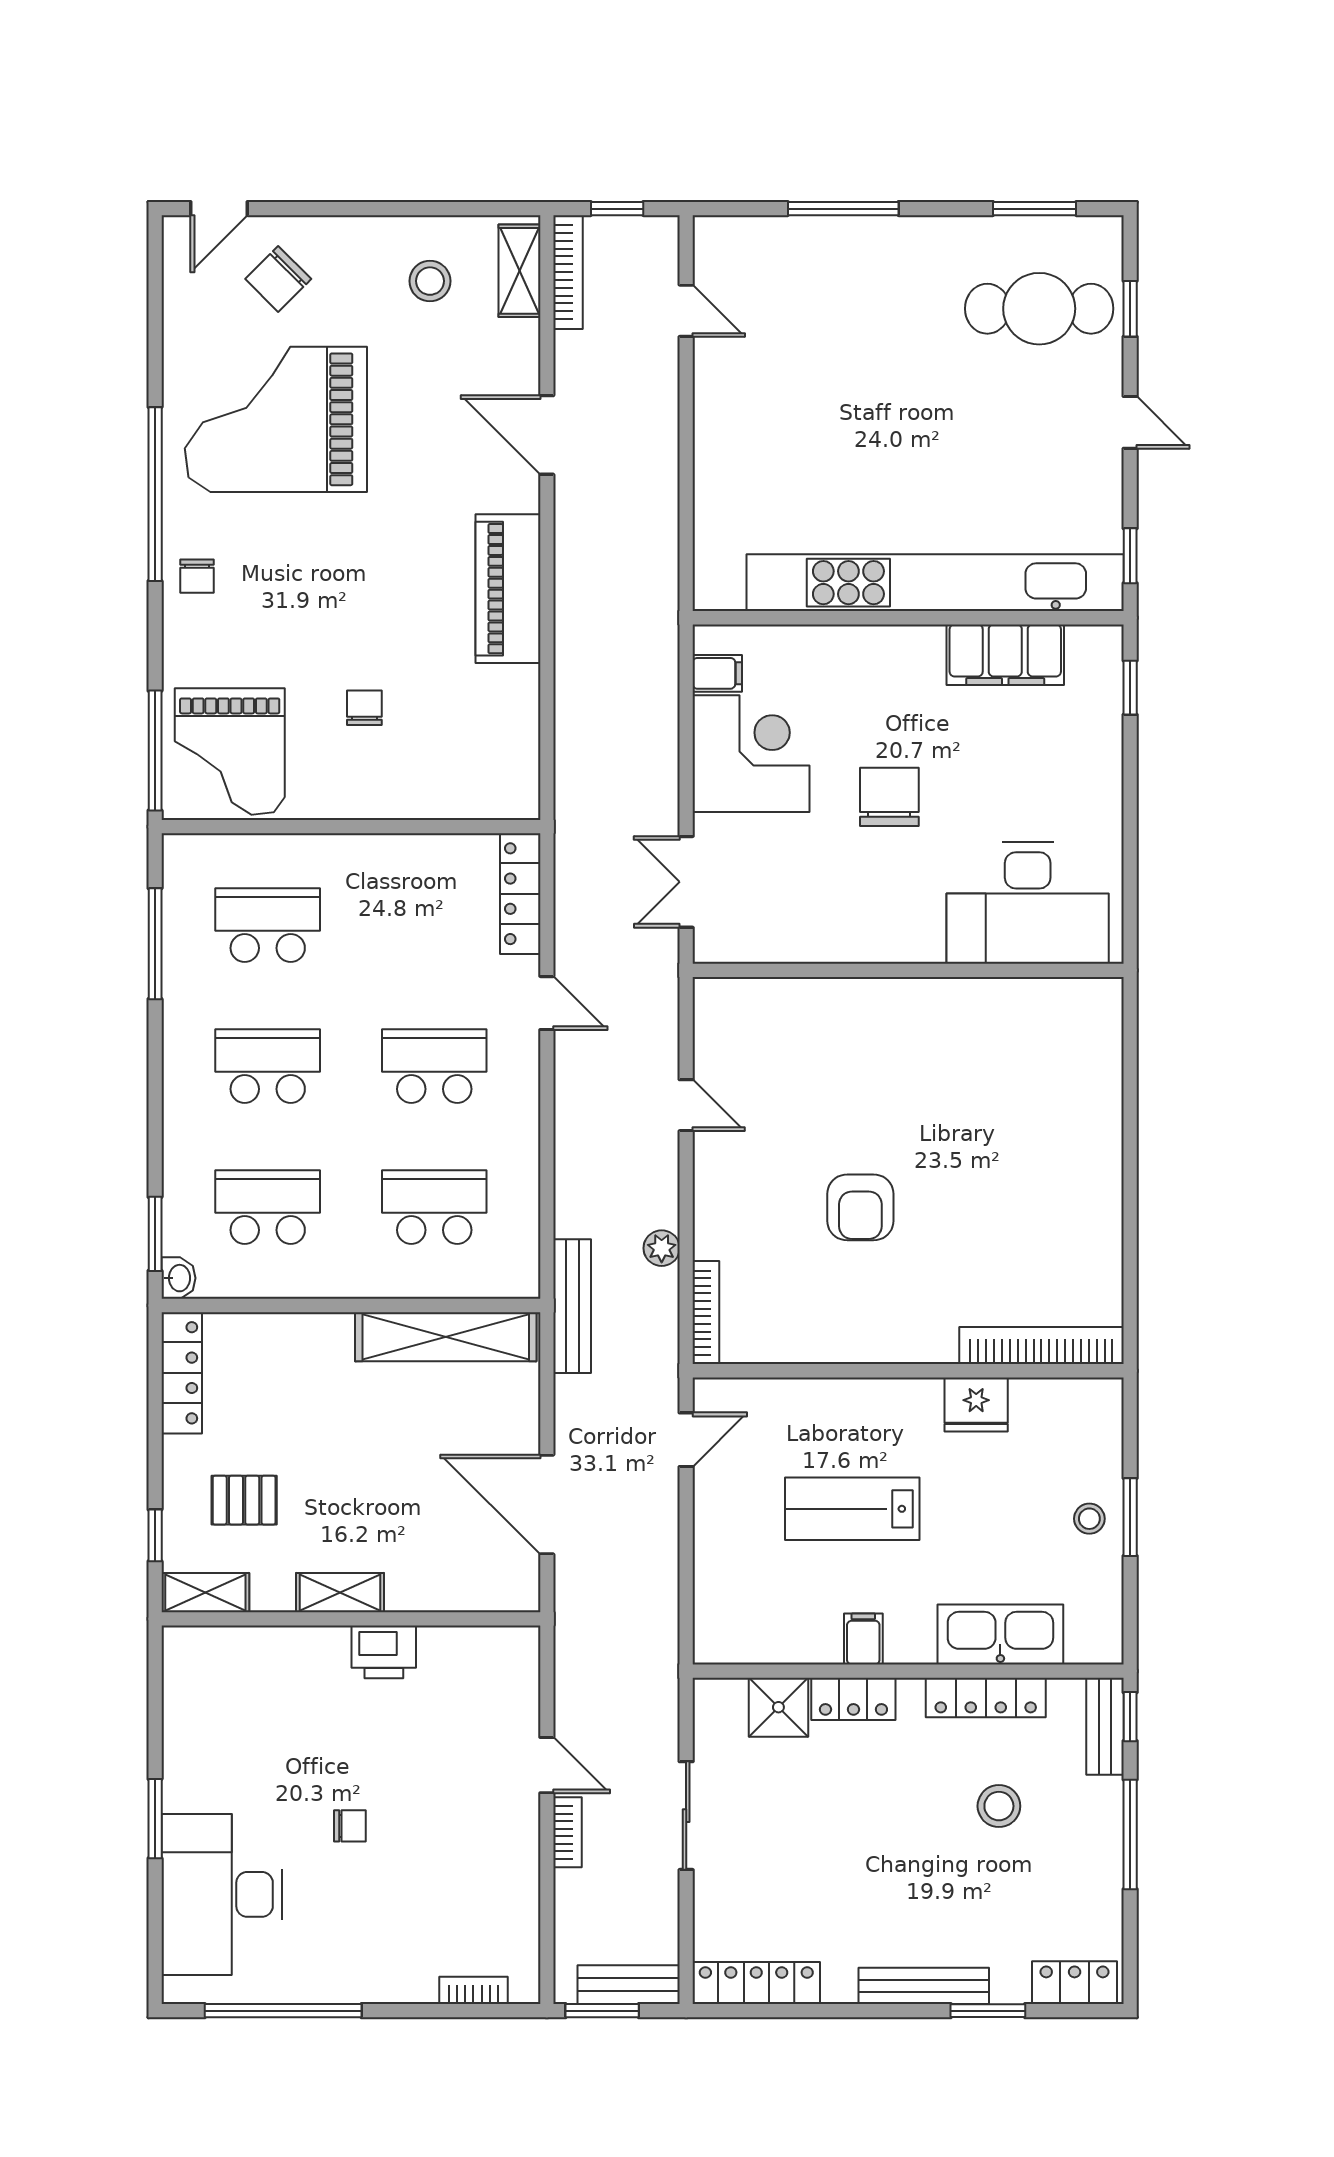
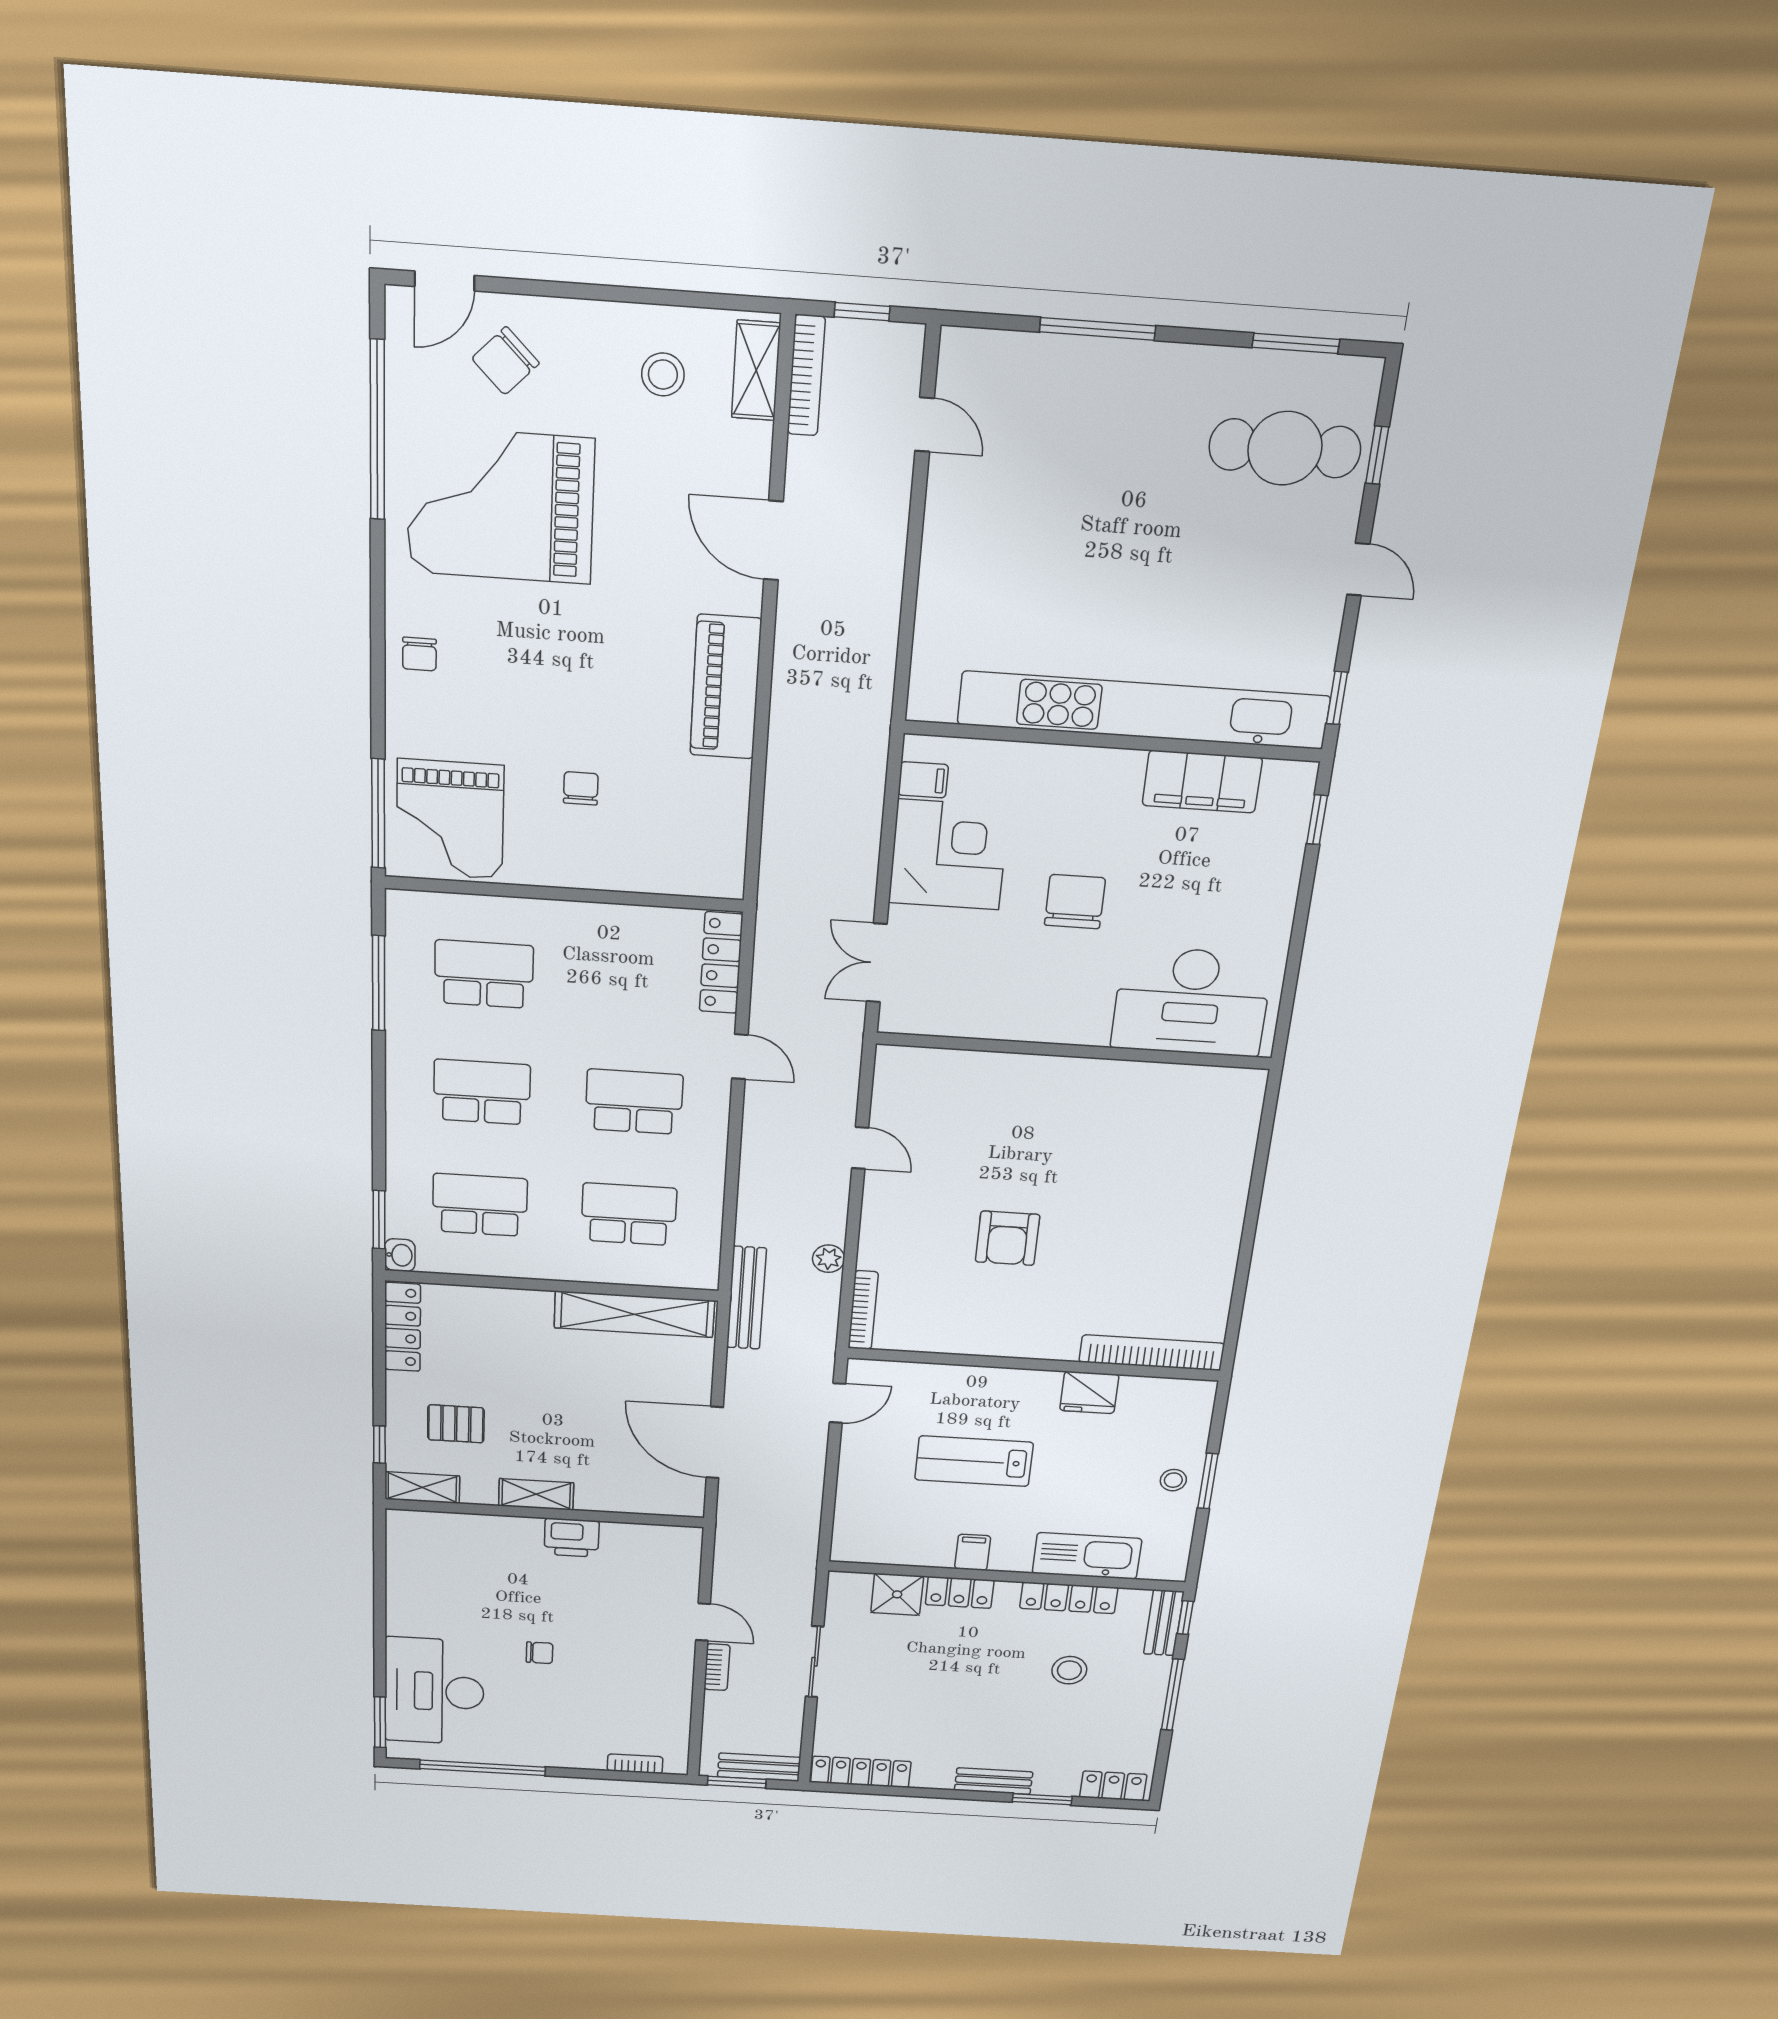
window: (155, 494) -> (377, 430), moved
window: (155, 1819) -> (380, 1722), moved
bench: (924, 1986) -> (994, 1781), width x0.73

